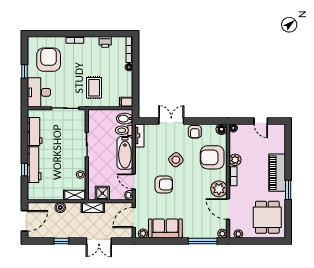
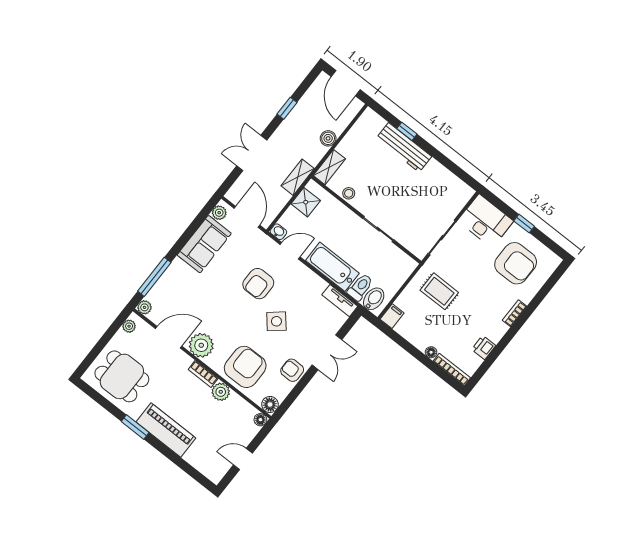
workbench: (35, 132) -> (443, 179), removed

